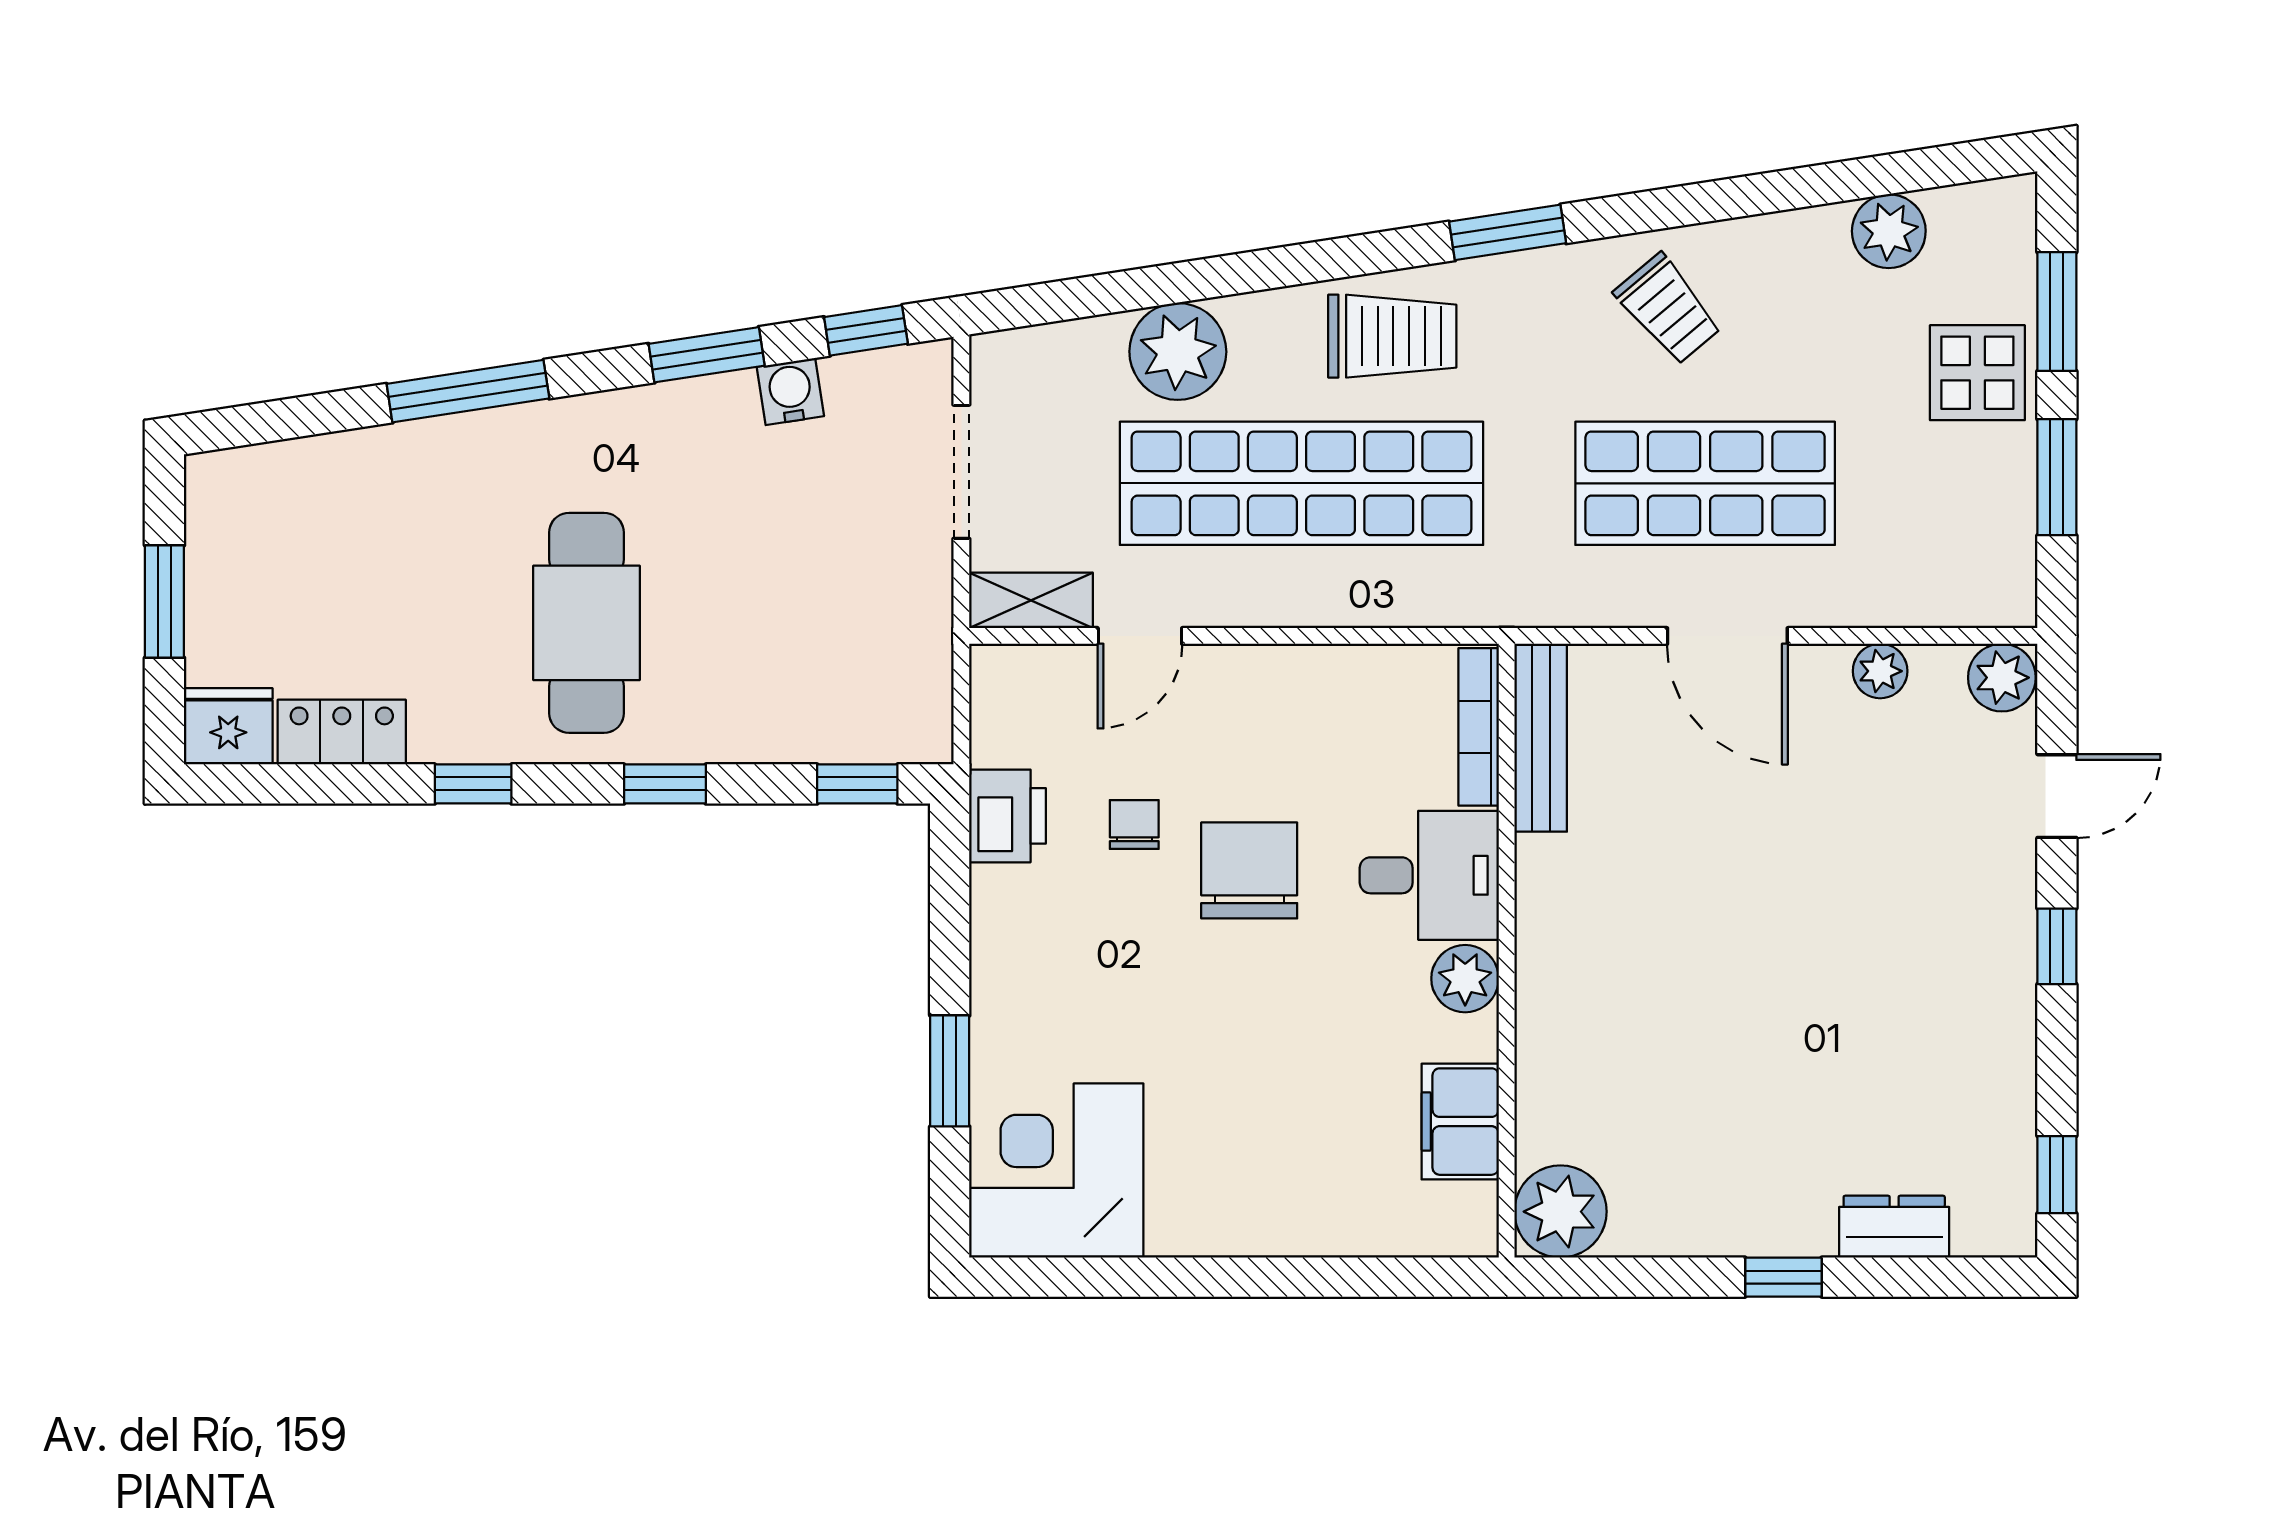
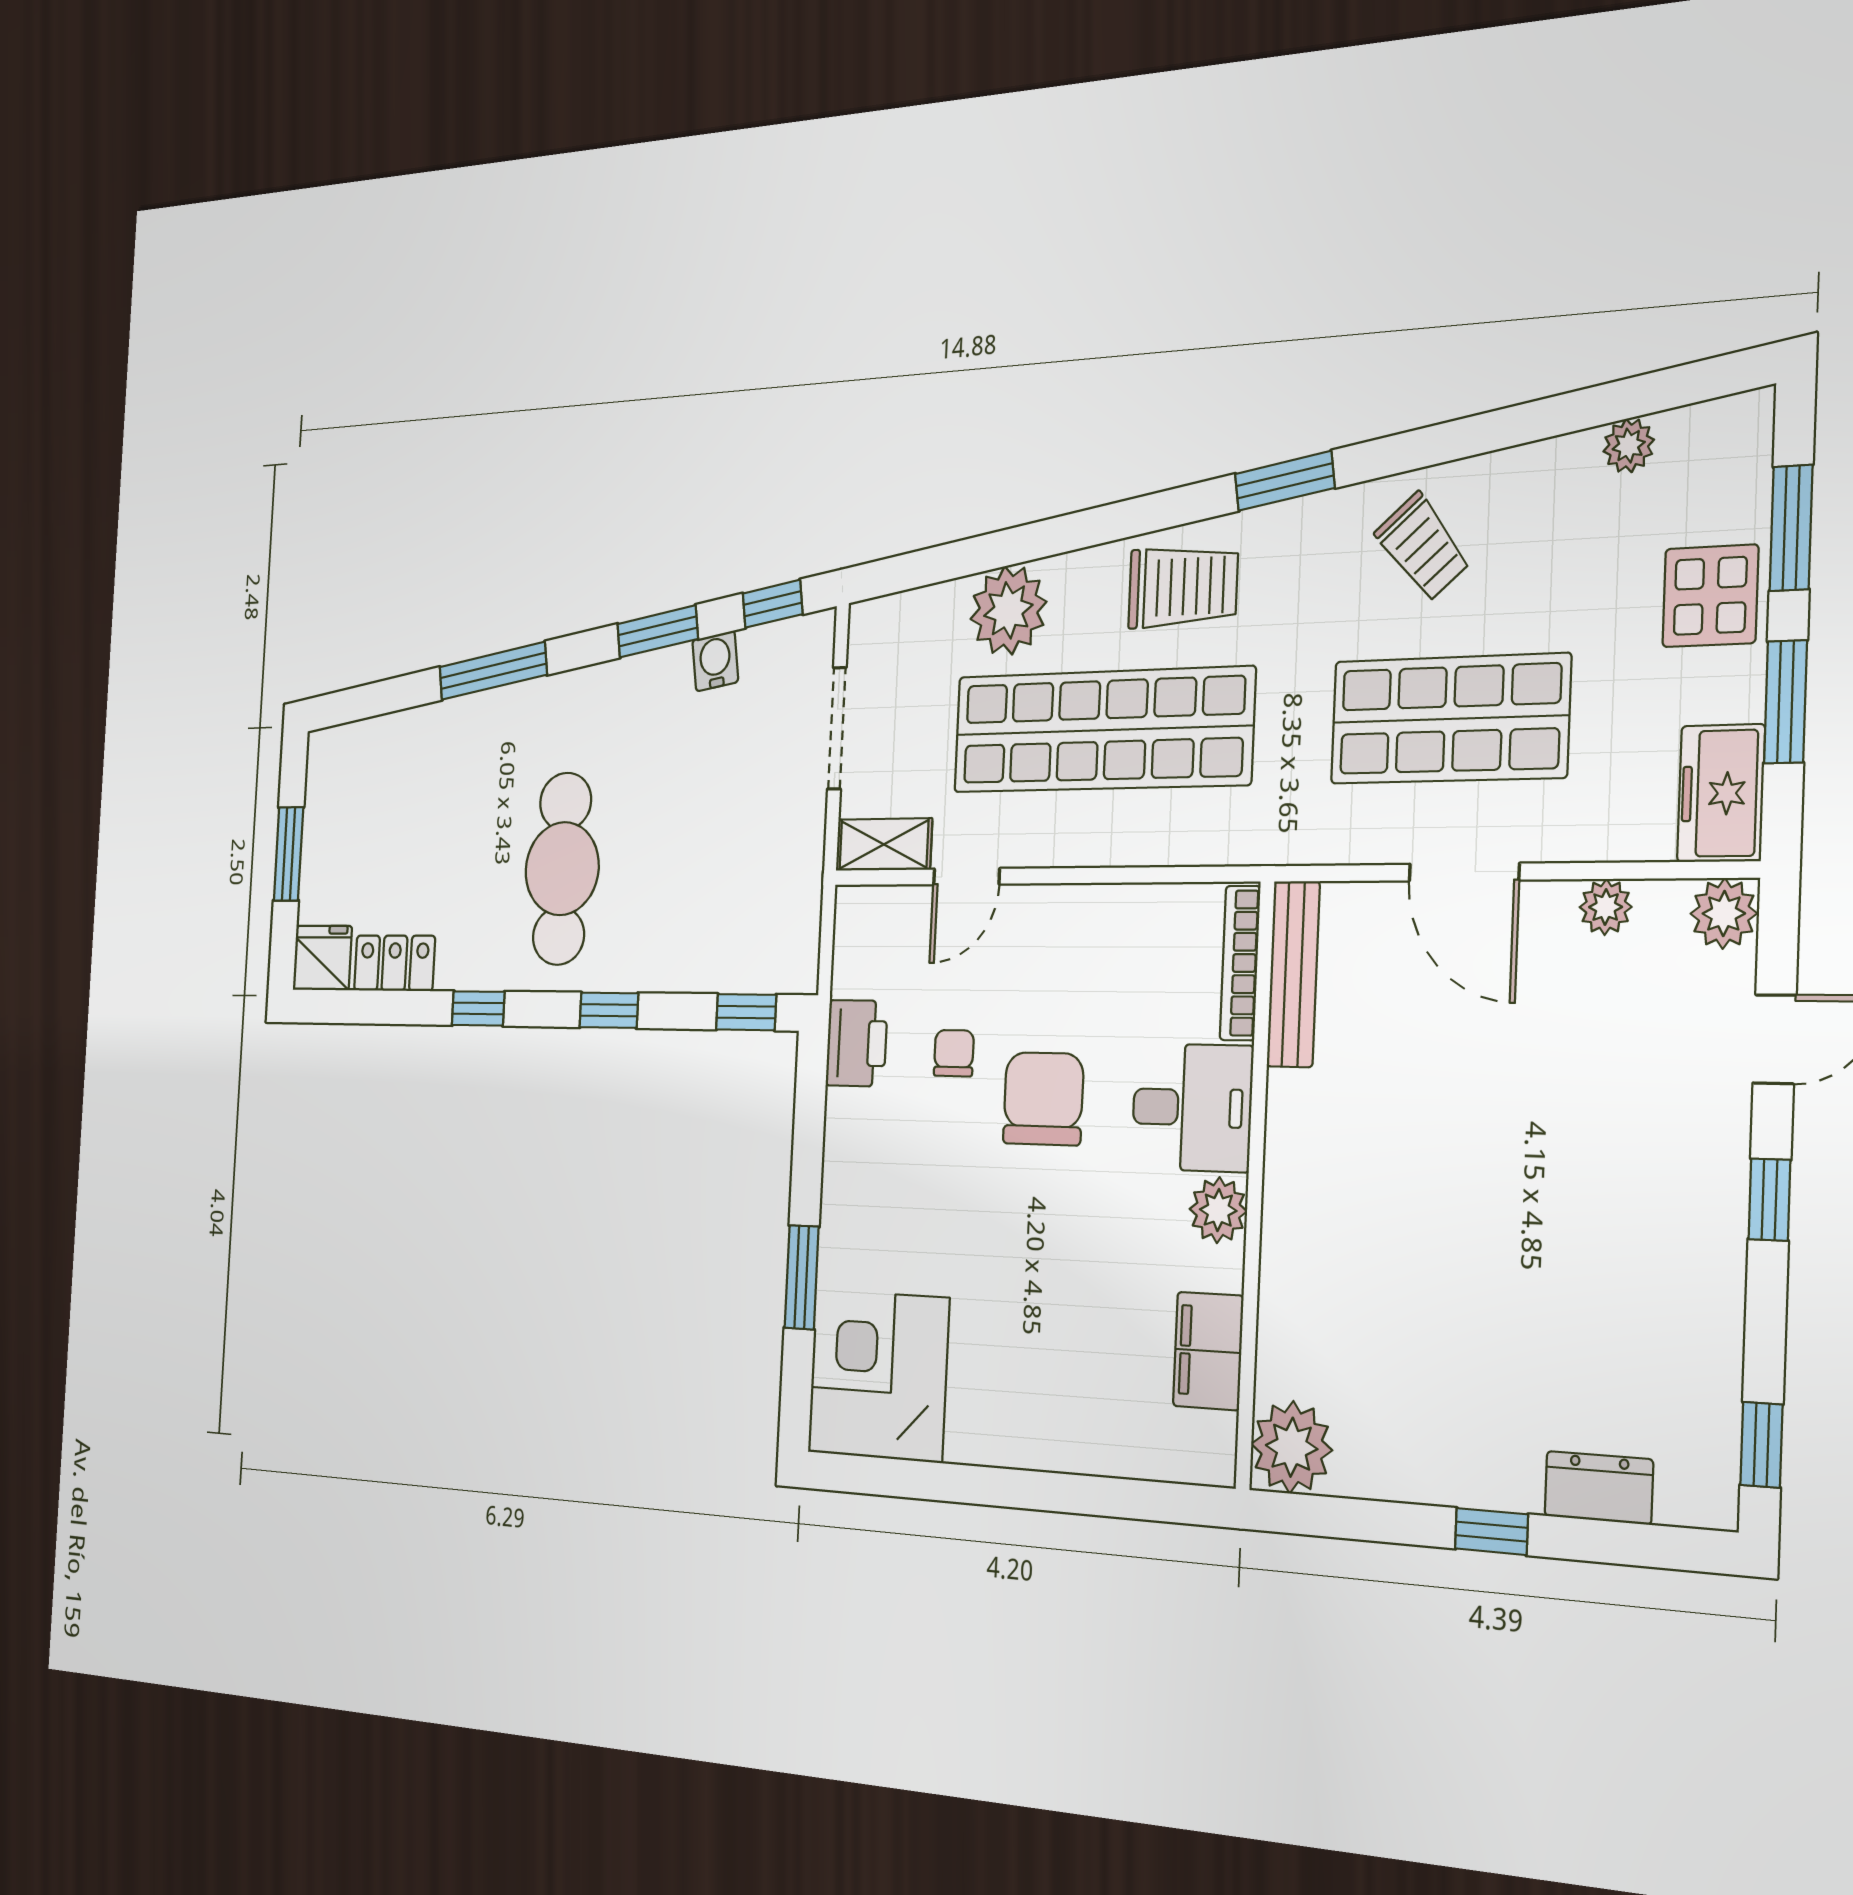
plant: (1889, 231) -> (1629, 446), width x0.73, depth x0.73
freezer: (1995, 563) -> (1721, 793), added

